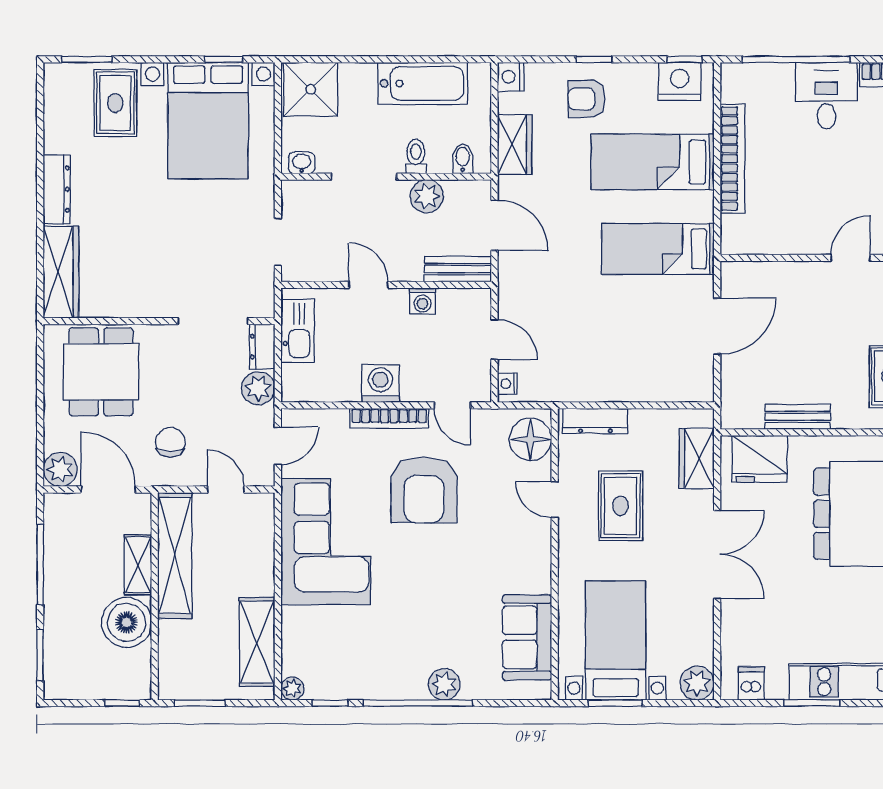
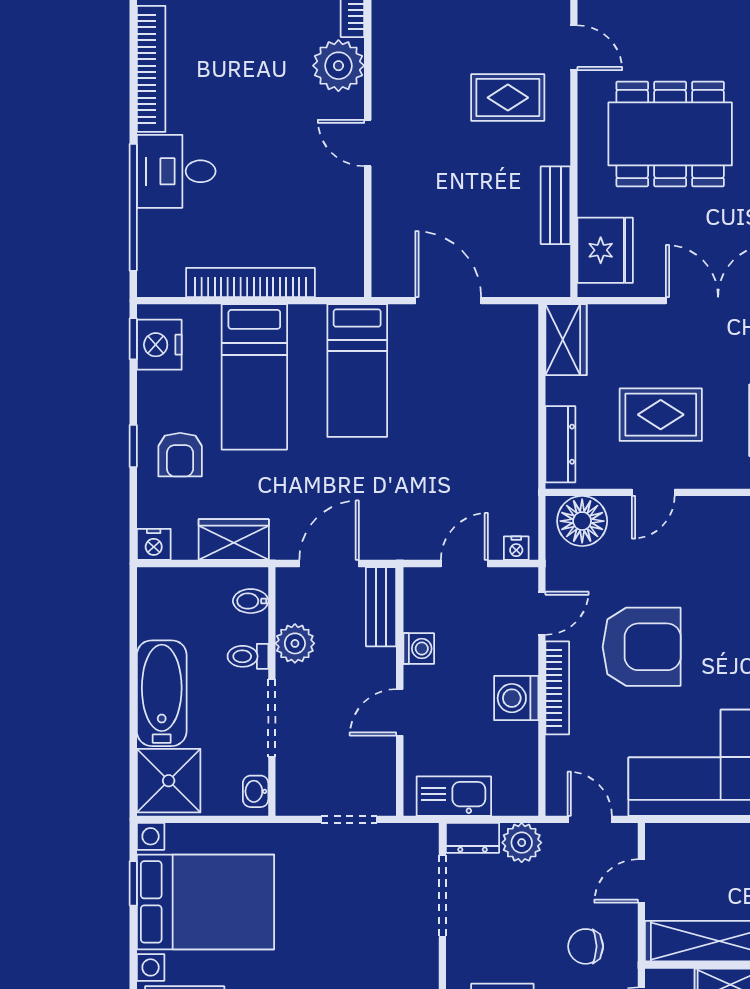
bathtub: (423, 83) -> (162, 693), moved
wardrobe: (697, 458) -> (566, 340), moved, turned -90

